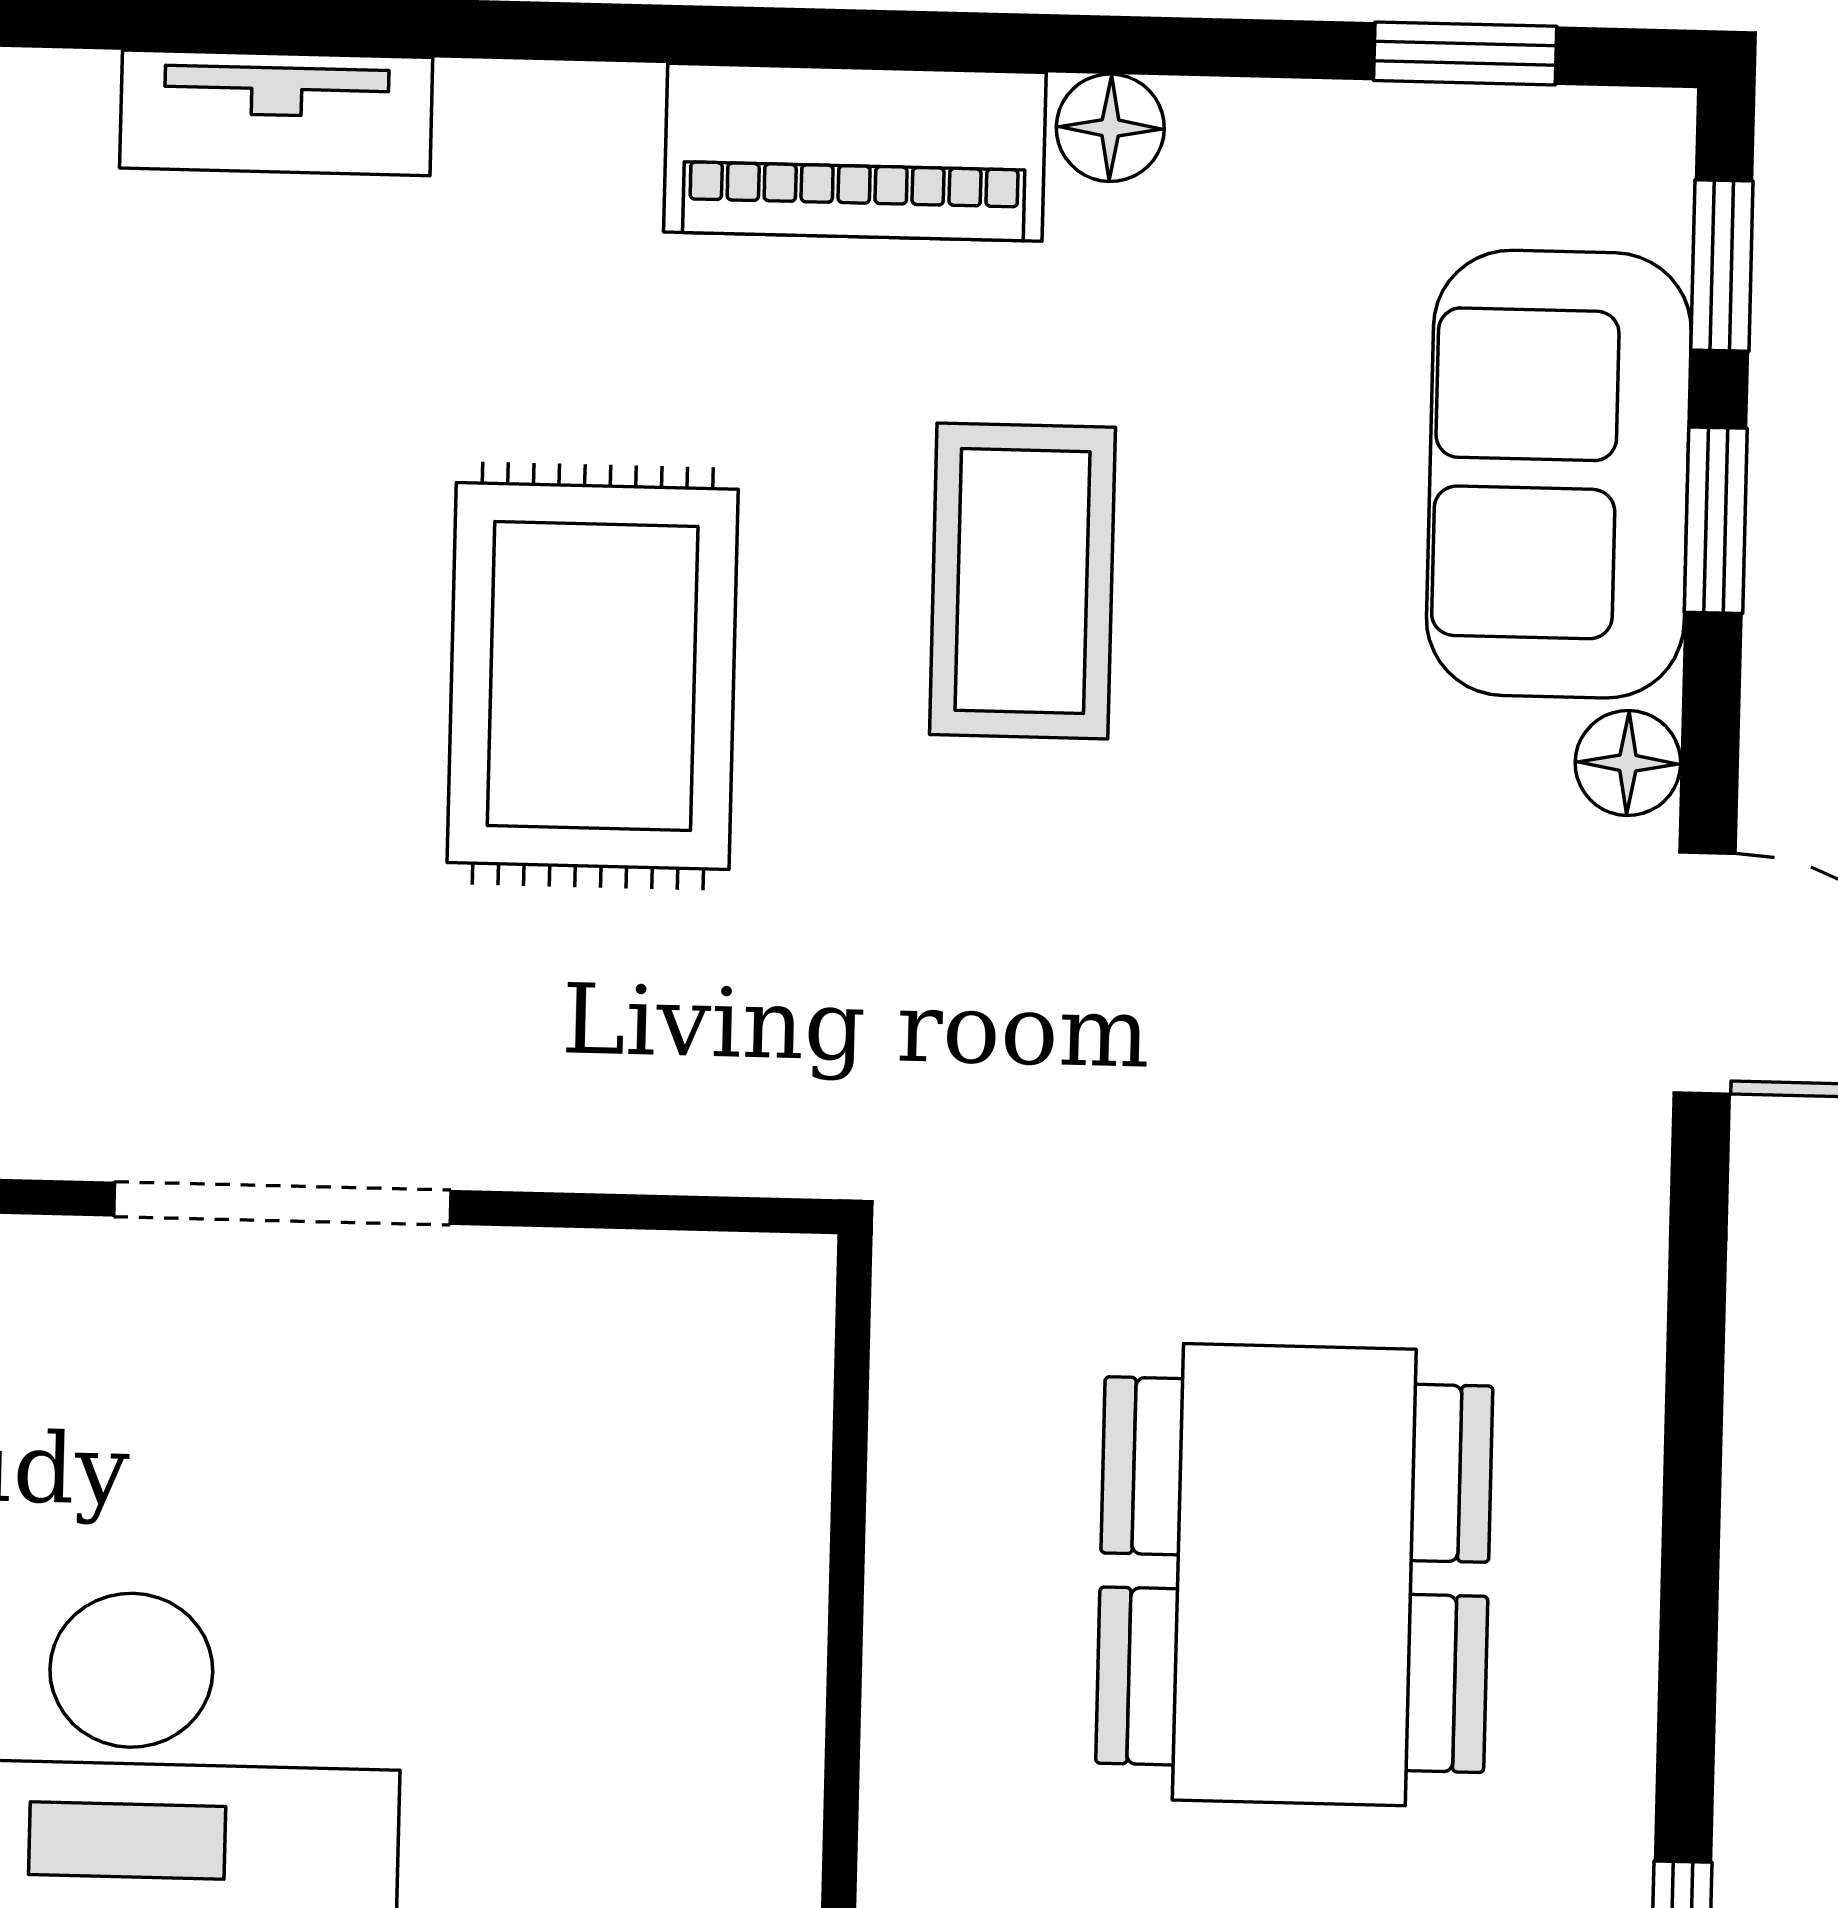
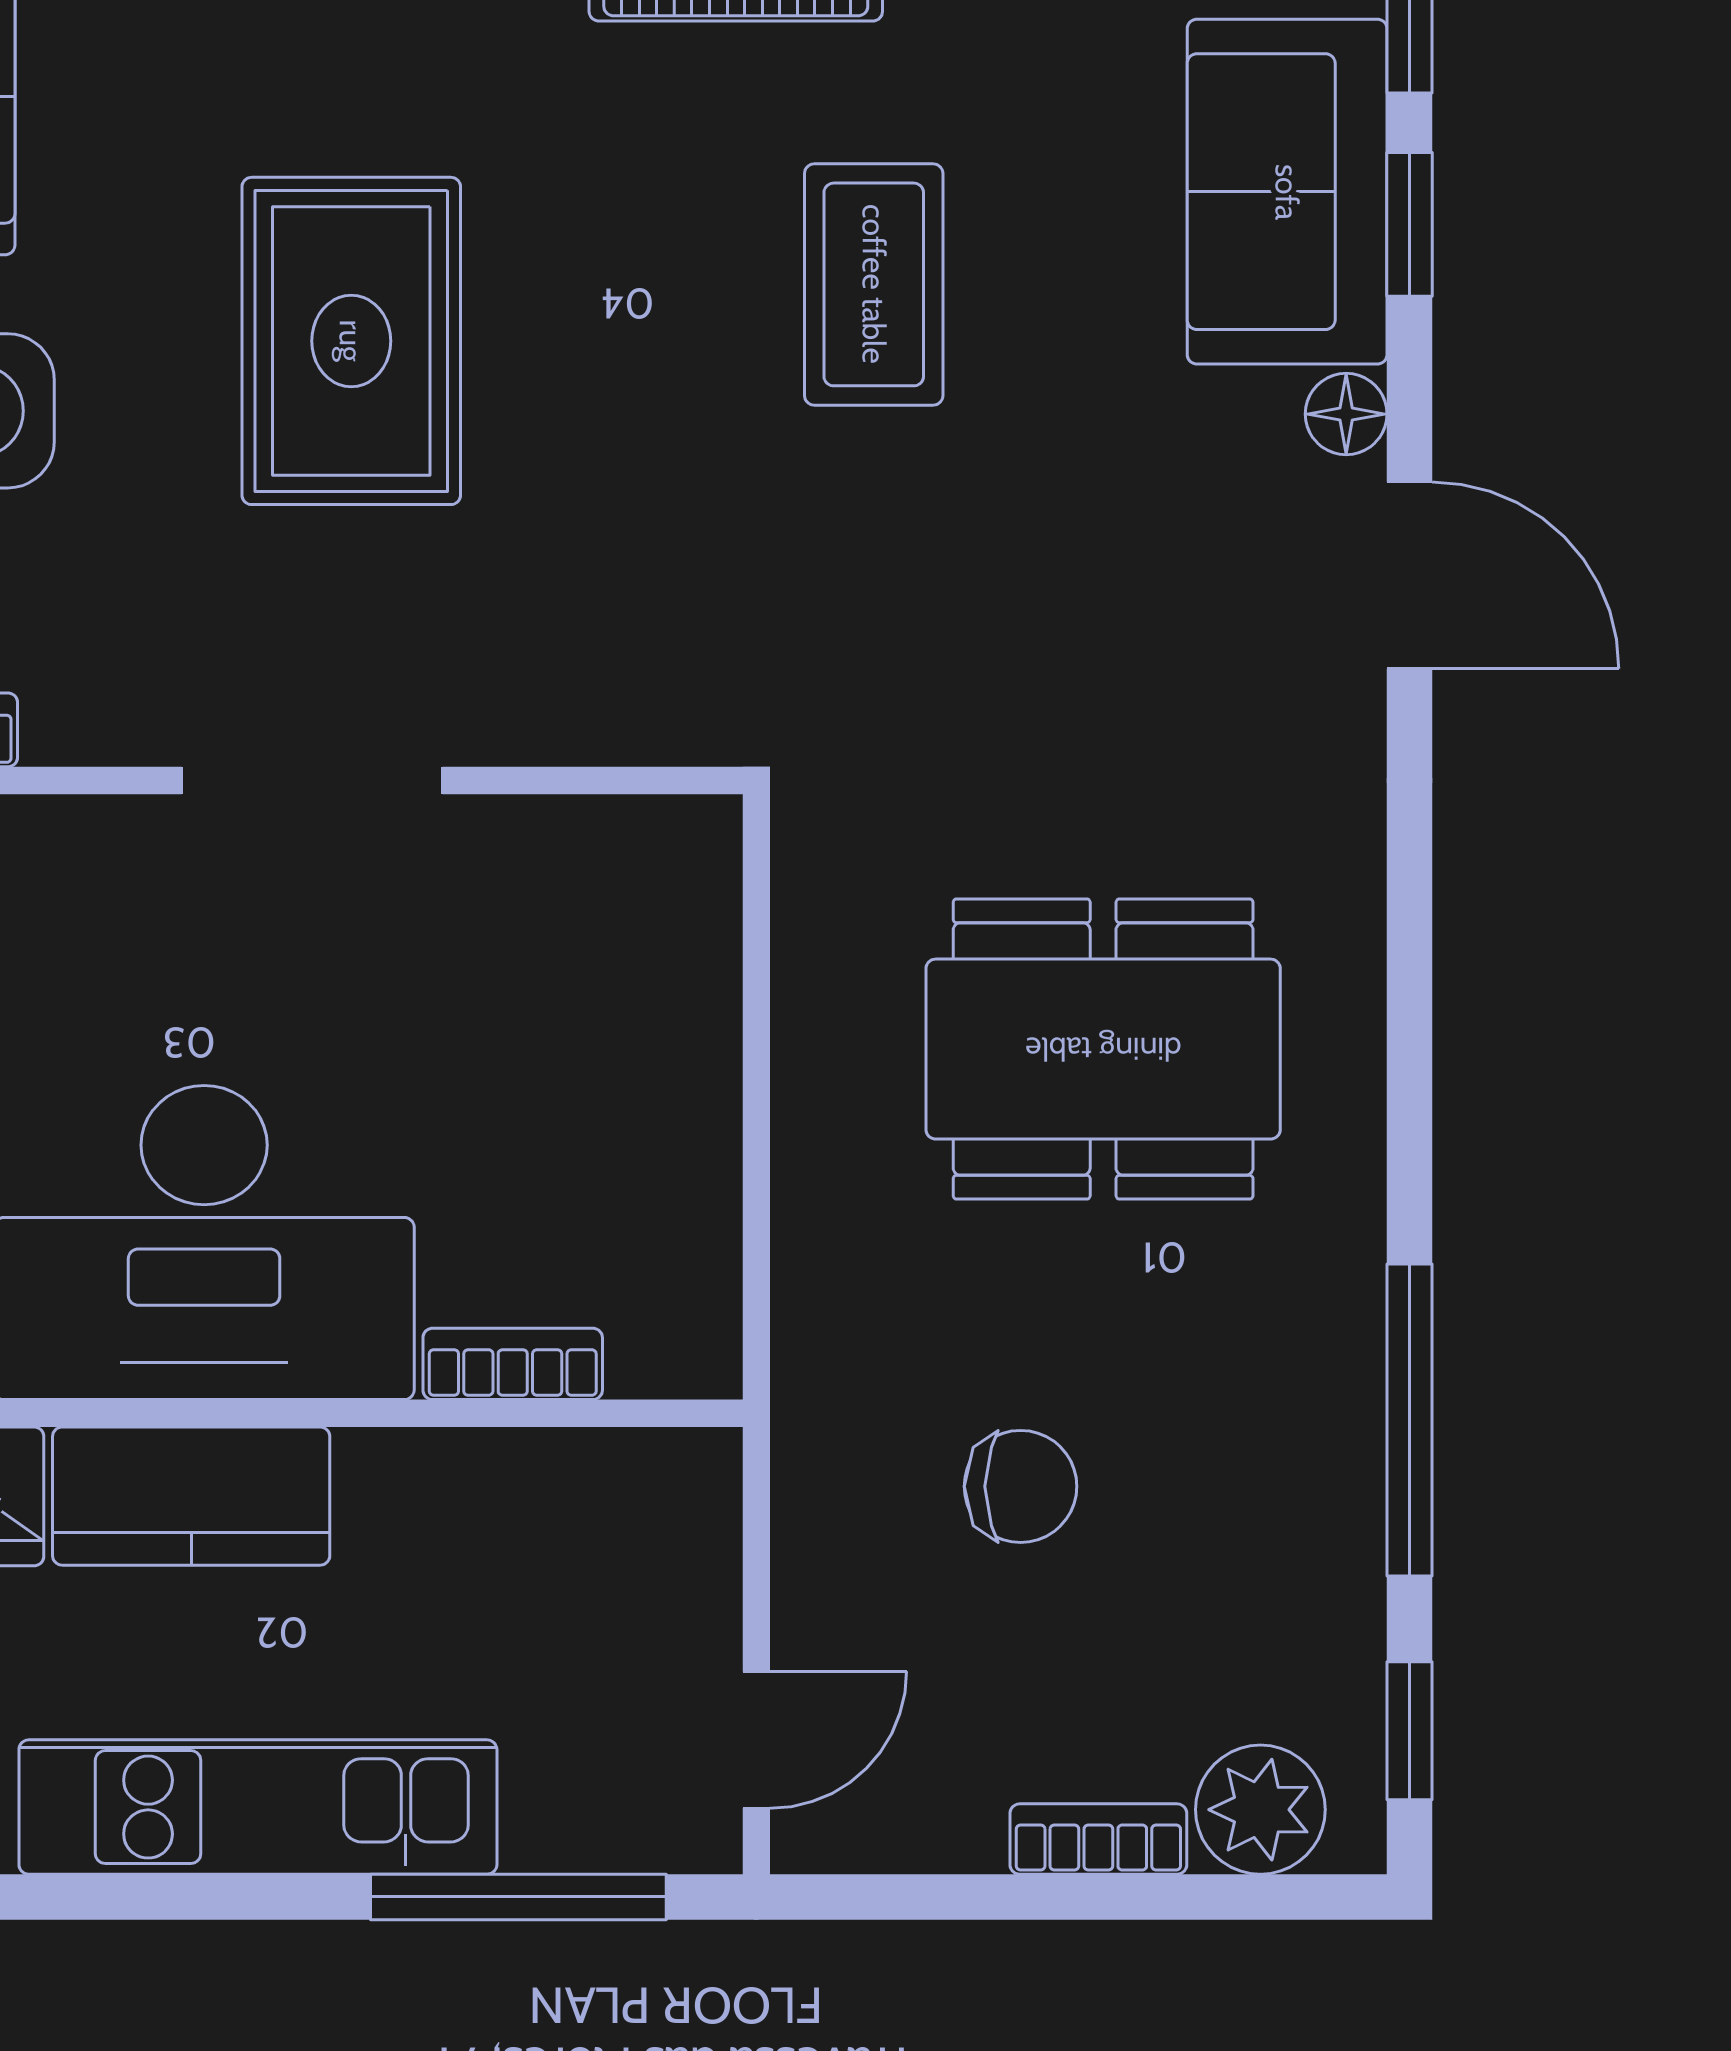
rug: (593, 676) -> (351, 341), moved
dining table: (1294, 1575) -> (1103, 1049), turned 90

